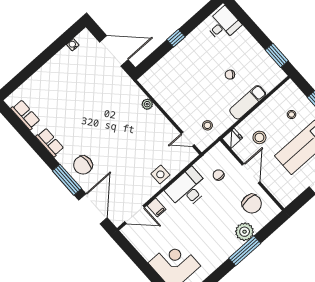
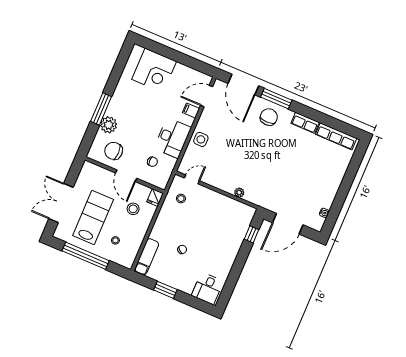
window: (176, 38) -> (251, 234), moved
window: (277, 55) -> (165, 290), moved
exam couch: (248, 102) -> (147, 257), moved
row of seats: (25, 115) -> (336, 136), width x1.48

